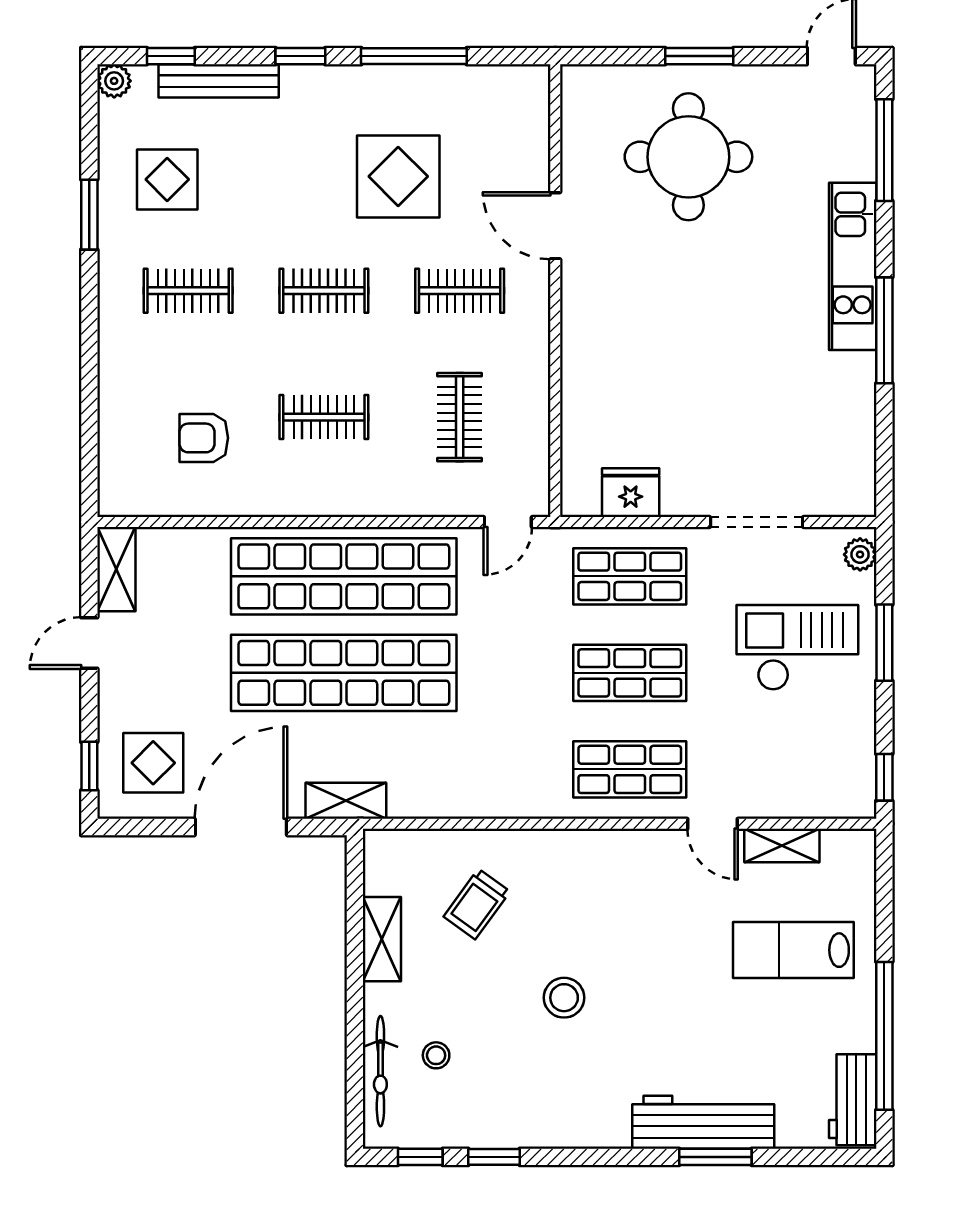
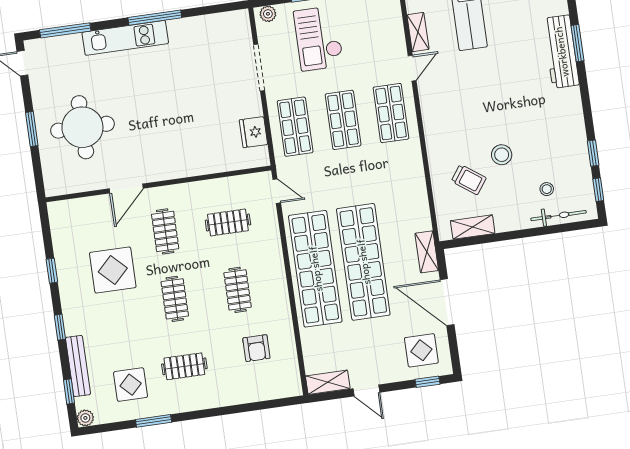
window: (414, 56) -> (52, 271), width x0.46
clothes rail: (188, 291) -> (184, 366), turned 90
shelving: (382, 939) -> (473, 227), moved
stool: (564, 998) -> (502, 155), moved

